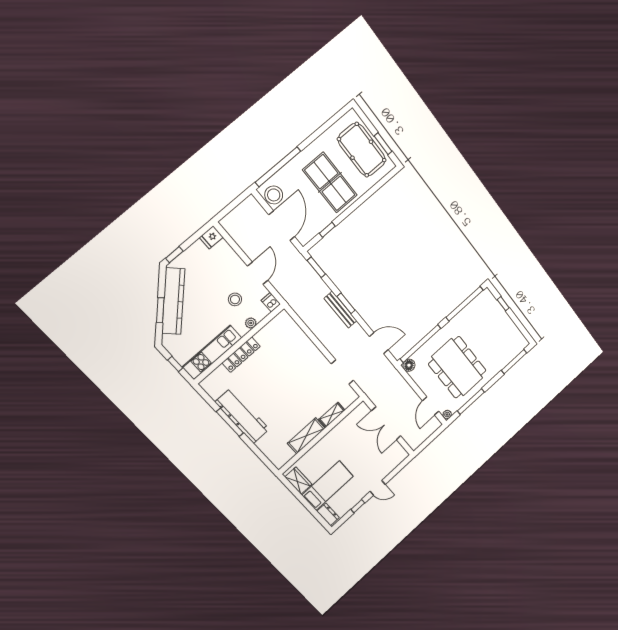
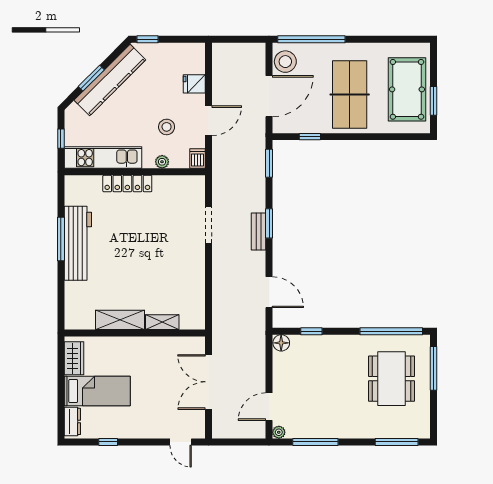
fridge: (211, 237) -> (194, 84), moved
window: (503, 304) -> (433, 368), width x2.17
bench: (340, 310) -> (259, 231), width x0.73
window: (420, 344) -> (311, 331), width x0.32
dining table: (457, 367) -> (392, 379), moved, width x0.73, depth x0.80
doorway: (342, 372) -> (209, 225), moved
door: (378, 488) -> (181, 442), moved

